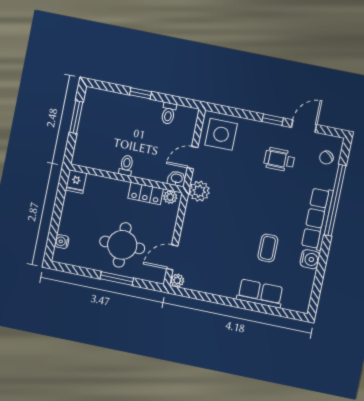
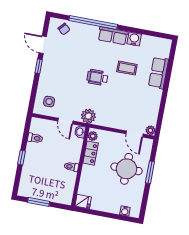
side table: (221, 134) -> (49, 102), width x0.54, depth x0.54
wheelchair: (279, 160) -> (97, 77), moved, turned 90
row of seats: (317, 219) -> (113, 36), width x0.68

